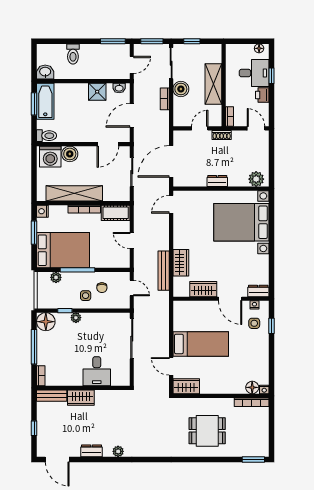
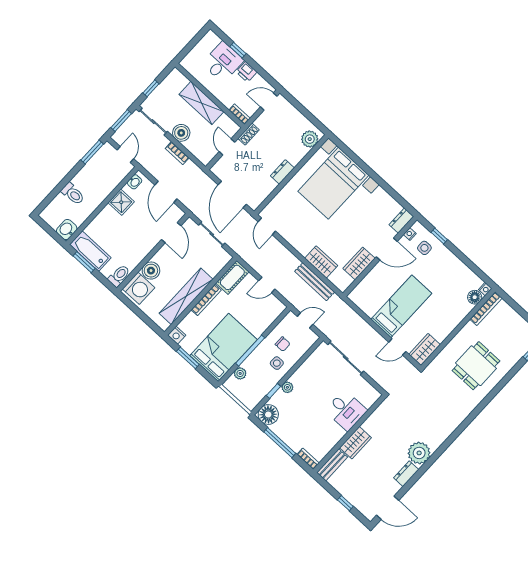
floor lamp: (259, 48) -> (207, 40), removed
plant: (118, 451) -> (419, 453), width x1.88, depth x1.88

